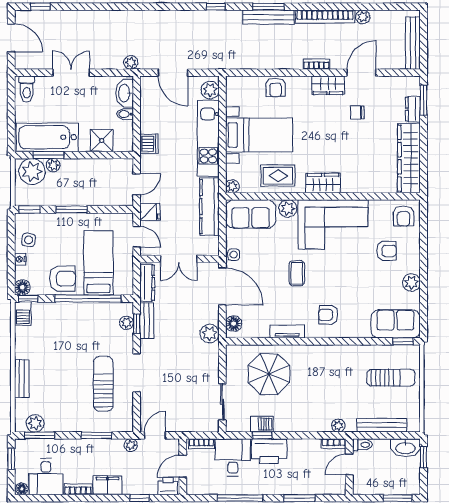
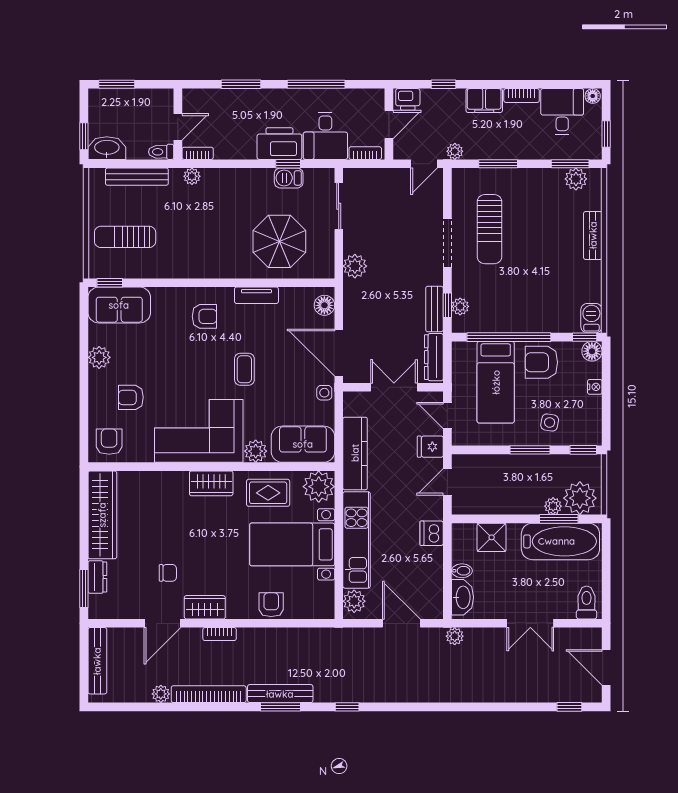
plant: (232, 186) -> (319, 487), width x1.87, depth x1.87
side table: (29, 240) -> (550, 422), moved
plant: (210, 334) -> (355, 266), moved

